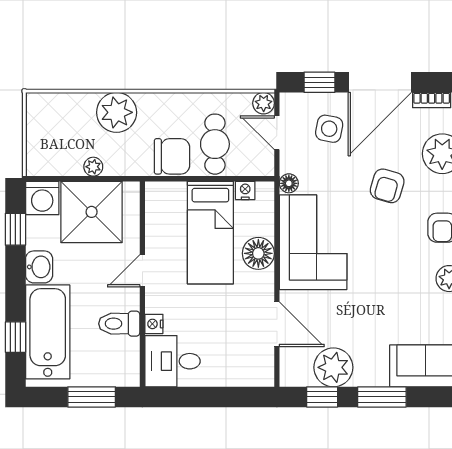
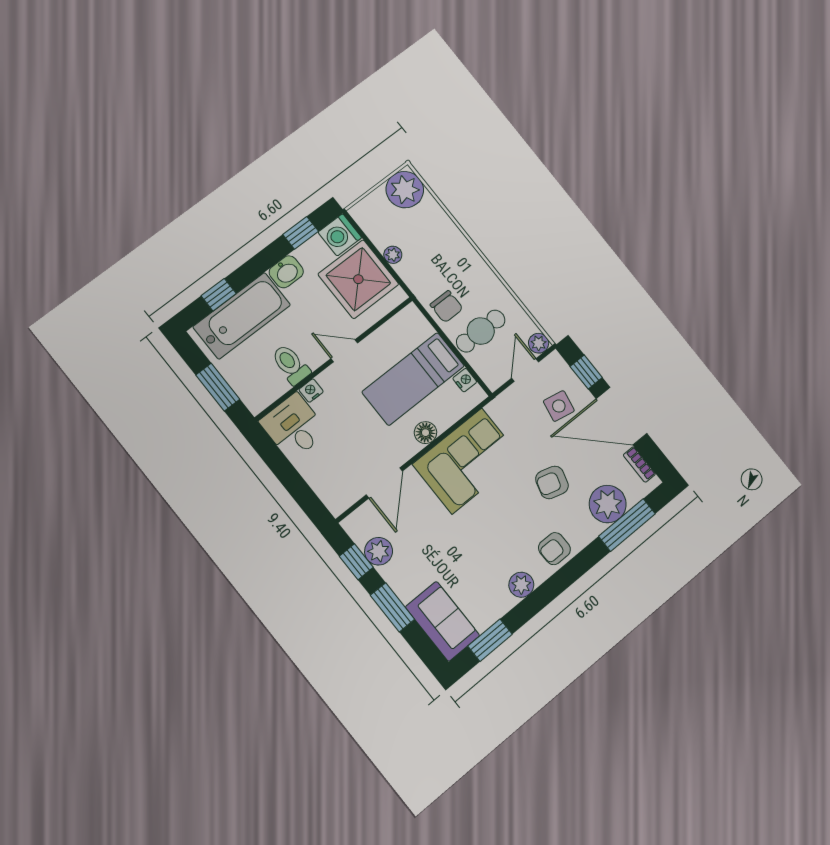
plant: (117, 112) -> (405, 190), moved
chair: (172, 156) -> (447, 307), width x0.73, depth x0.73
floor lamp: (289, 183) -> (496, 408), removed
floor lamp: (258, 253) -> (425, 433), width x0.73, depth x0.73
plant: (333, 367) -> (379, 551), width x0.73, depth x0.73

